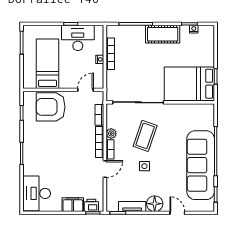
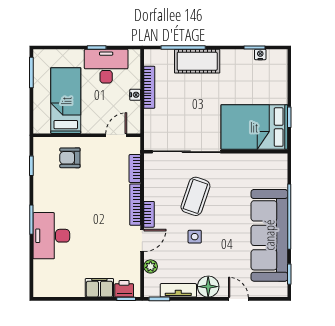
cot: (163, 34) -> (197, 61), moved
armchair: (51, 107) -> (70, 158), width x0.53, depth x0.53
plant: (111, 133) -> (151, 266), moved
desk: (37, 193) -> (51, 236), moved

